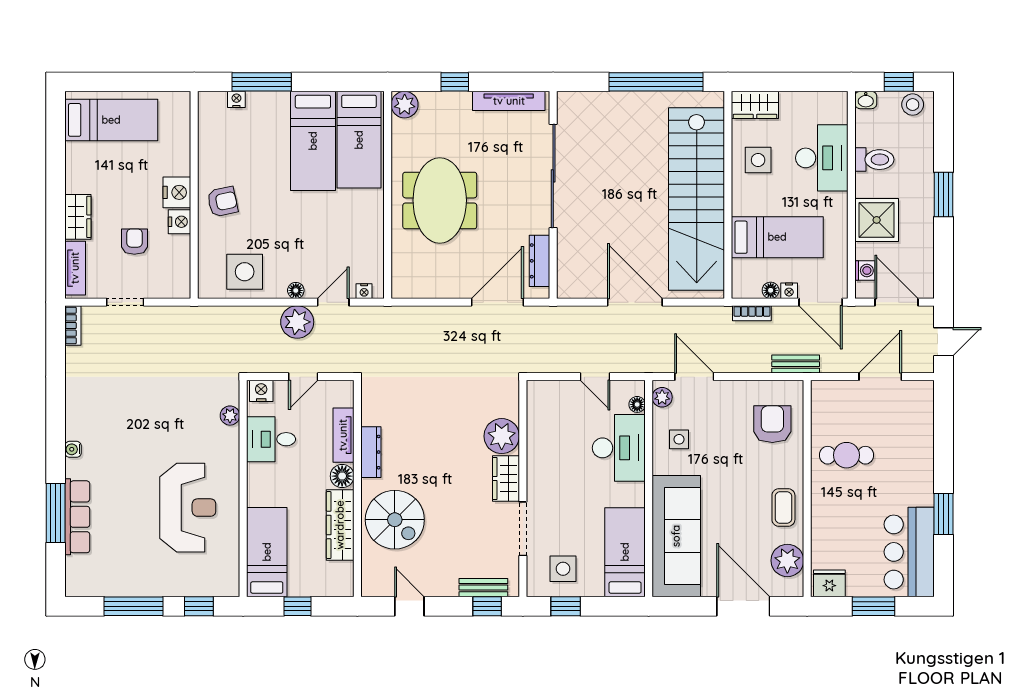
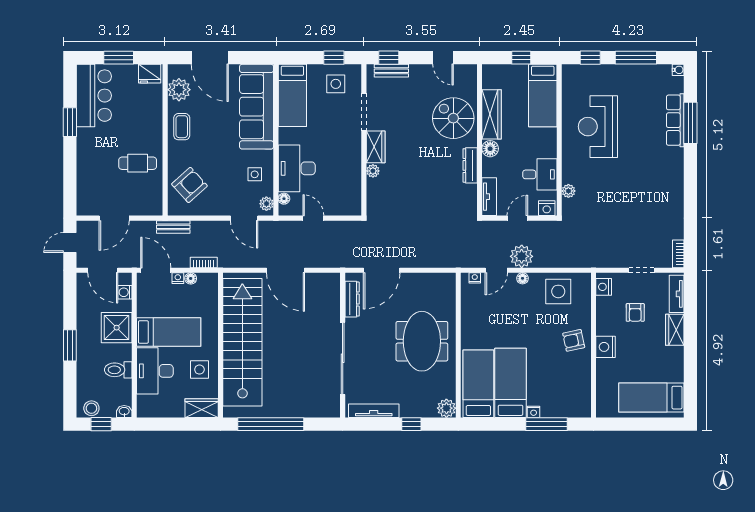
nightstand: (236, 99) -> (534, 412), moved
nightstand: (180, 222) -> (604, 287), moved
bed: (777, 237) -> (169, 332), moved, turned 180
armchair: (772, 424) -> (189, 185), turned -132
tv unit: (343, 435) -> (489, 197), moved
plant: (502, 436) -> (373, 171), width x0.53, depth x0.53
water cooler: (73, 449) -> (678, 70), moved

